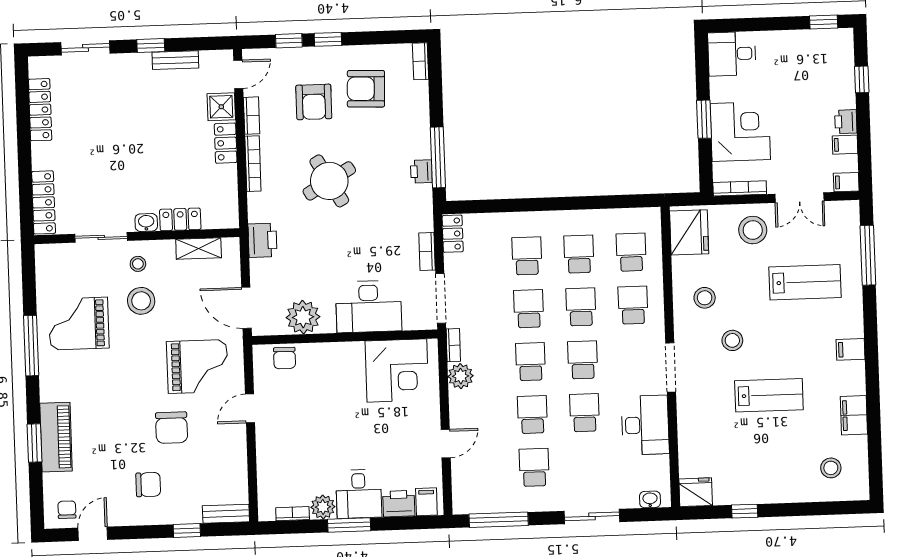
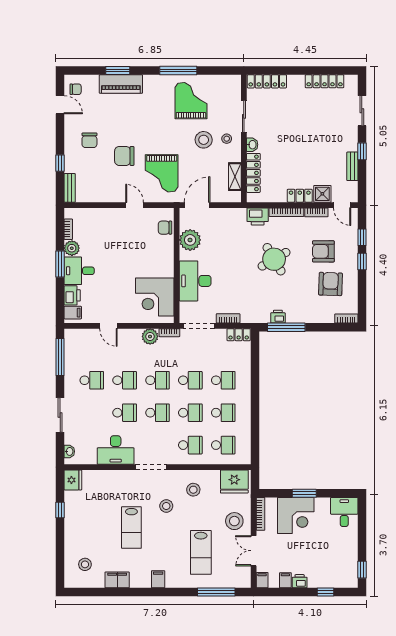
locker: (180, 219) -> (253, 173), width x1.53
printer: (262, 240) -> (258, 216), moved

